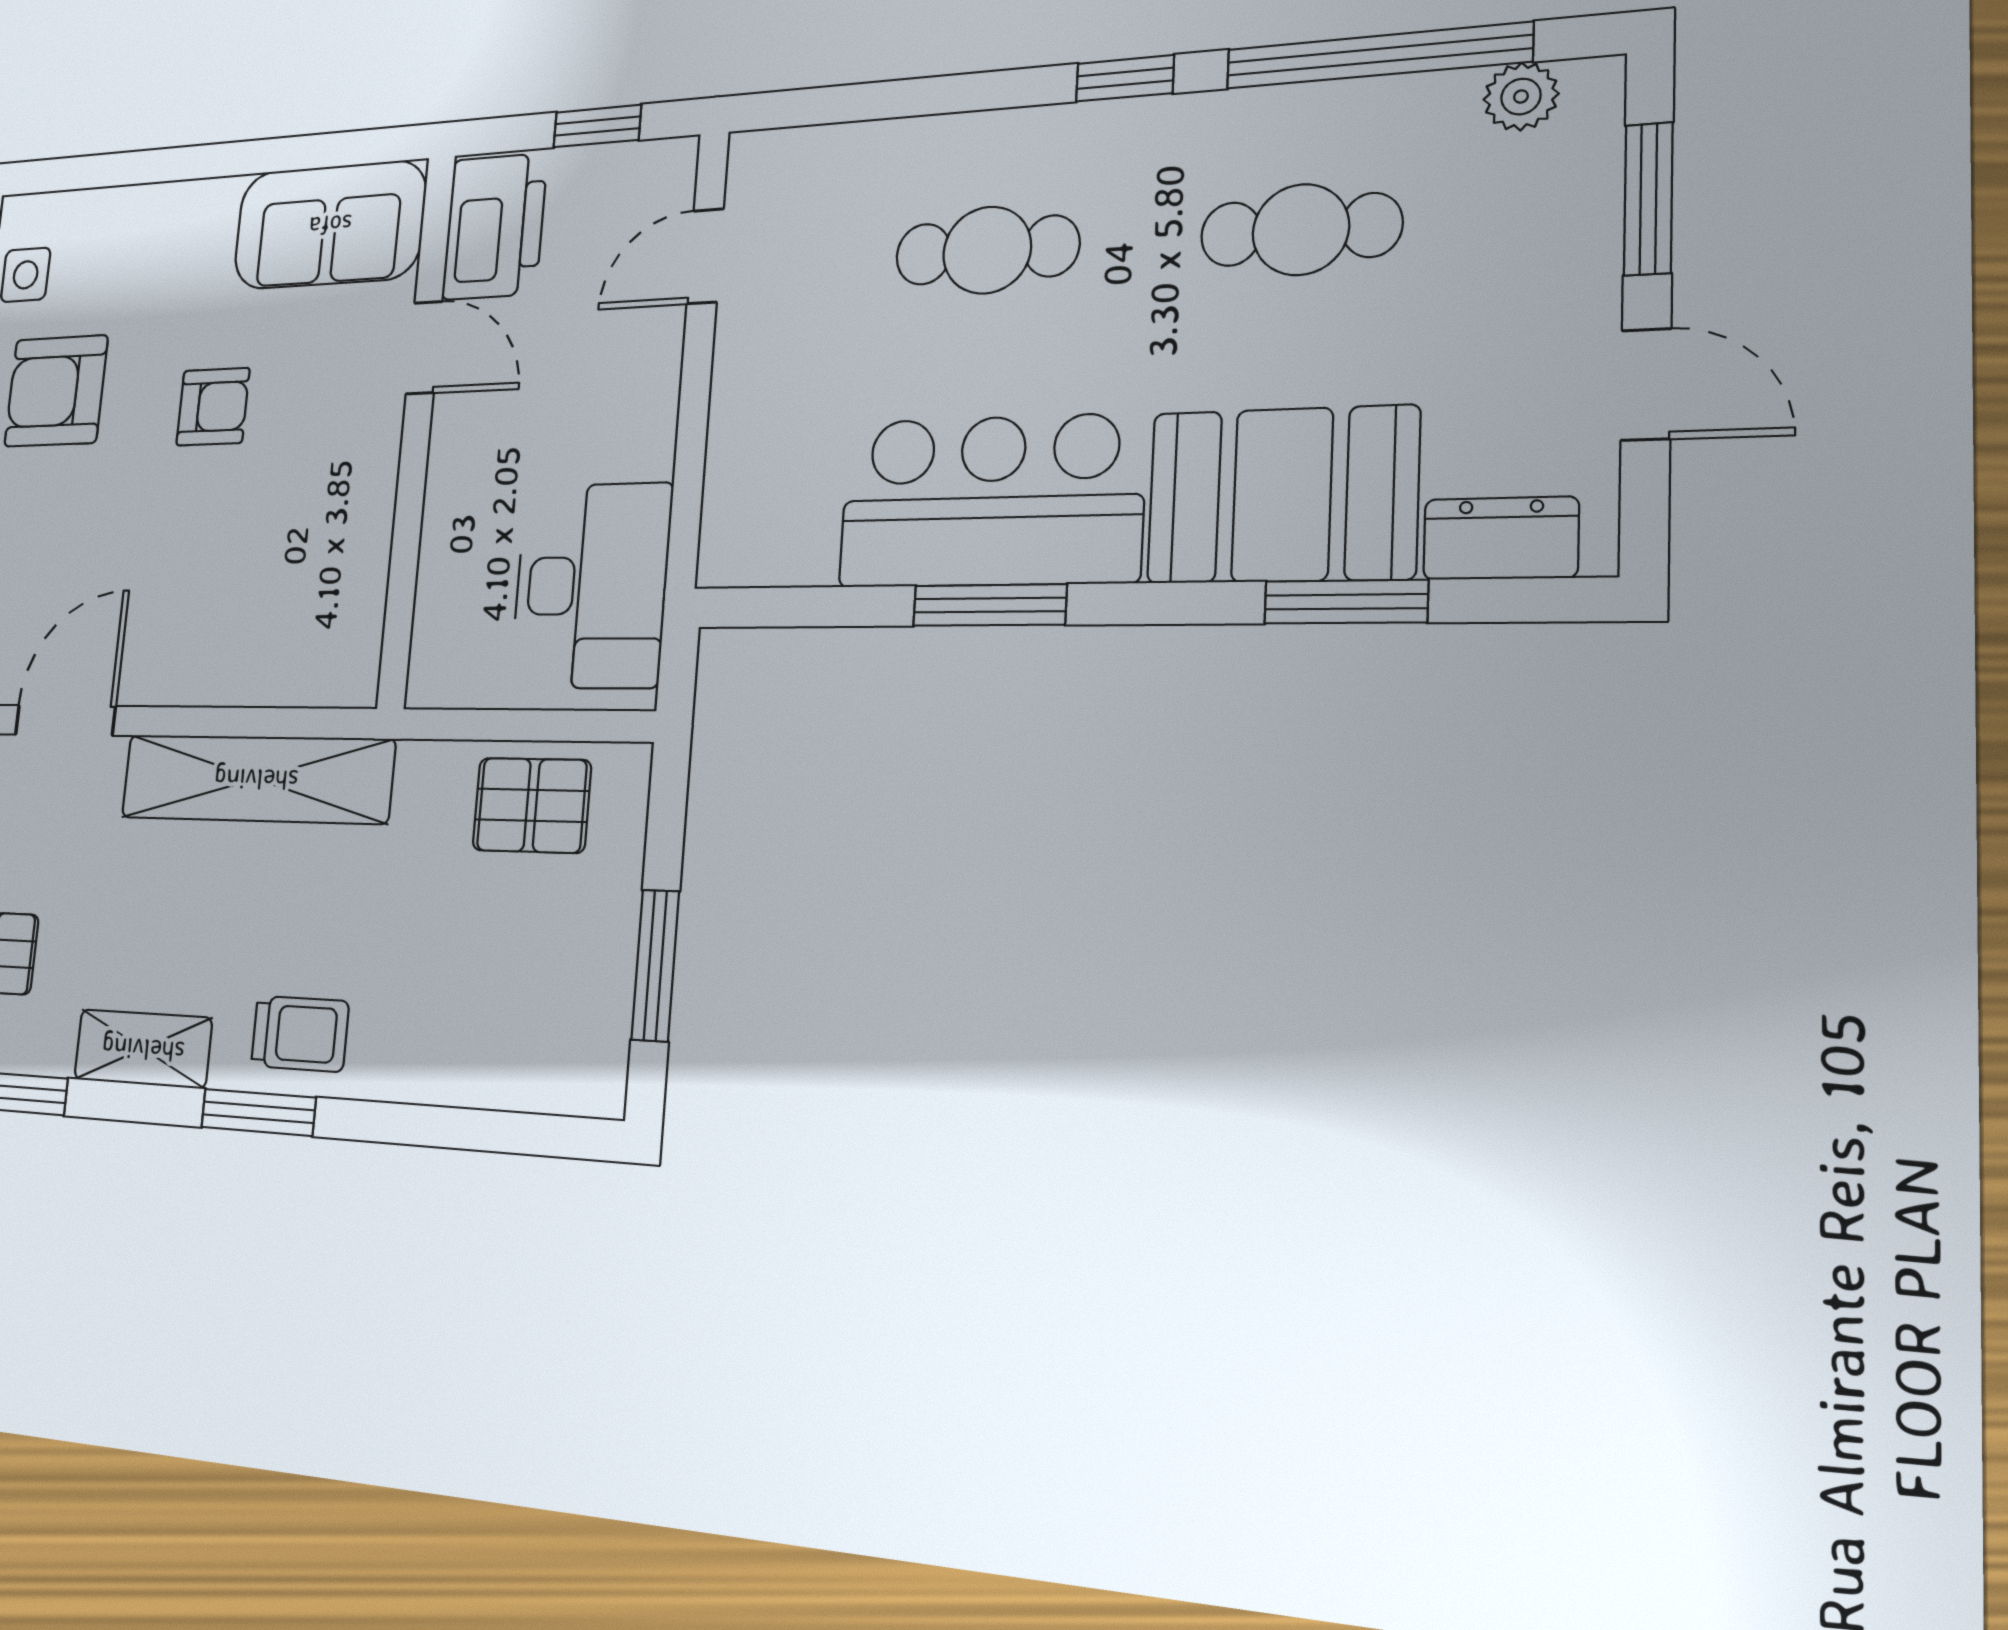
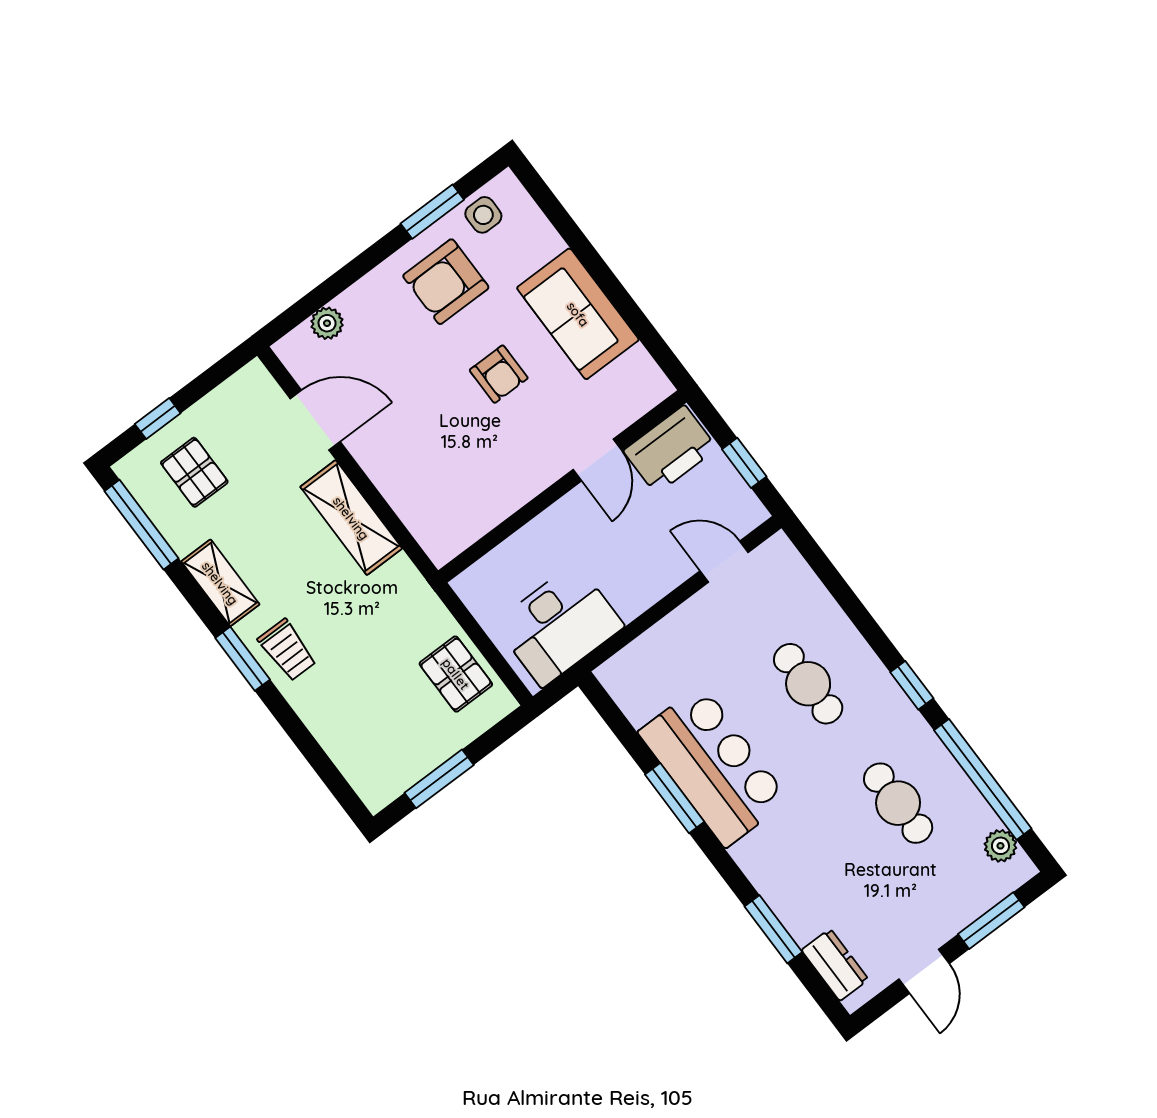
sofa: (330, 225) -> (578, 314), moved
armchair: (56, 391) -> (446, 282), turned -90
booth: (1282, 495) -> (795, 875), removed
shelving: (256, 779) -> (351, 518), width x0.68

